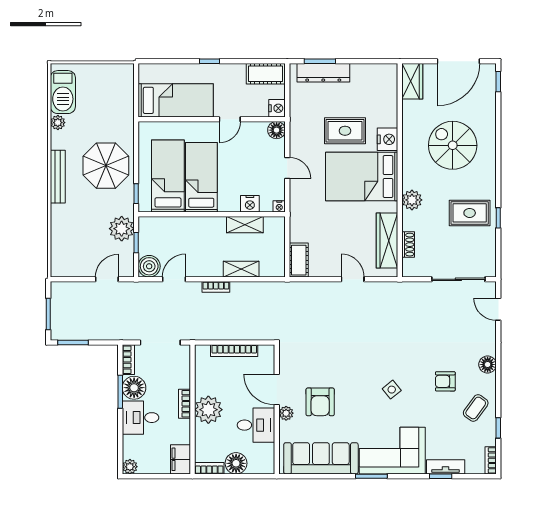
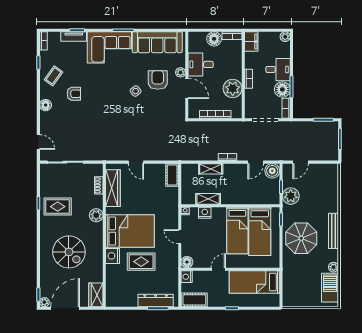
plant: (489, 70) -> (44, 302), added
side table: (392, 390) -> (136, 91), moved
plant: (208, 410) -> (233, 89), moved

